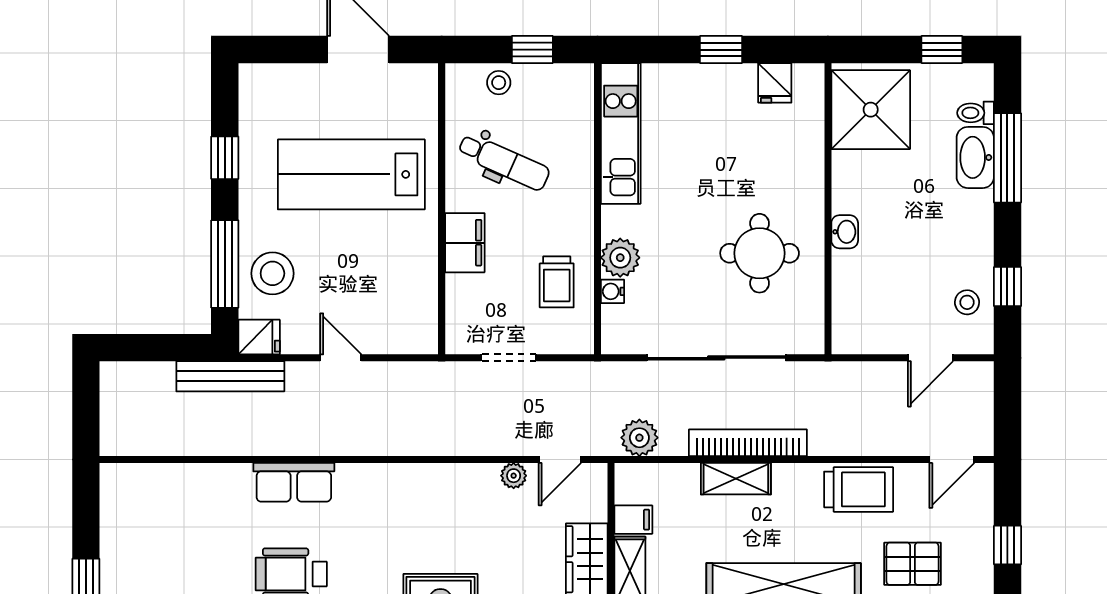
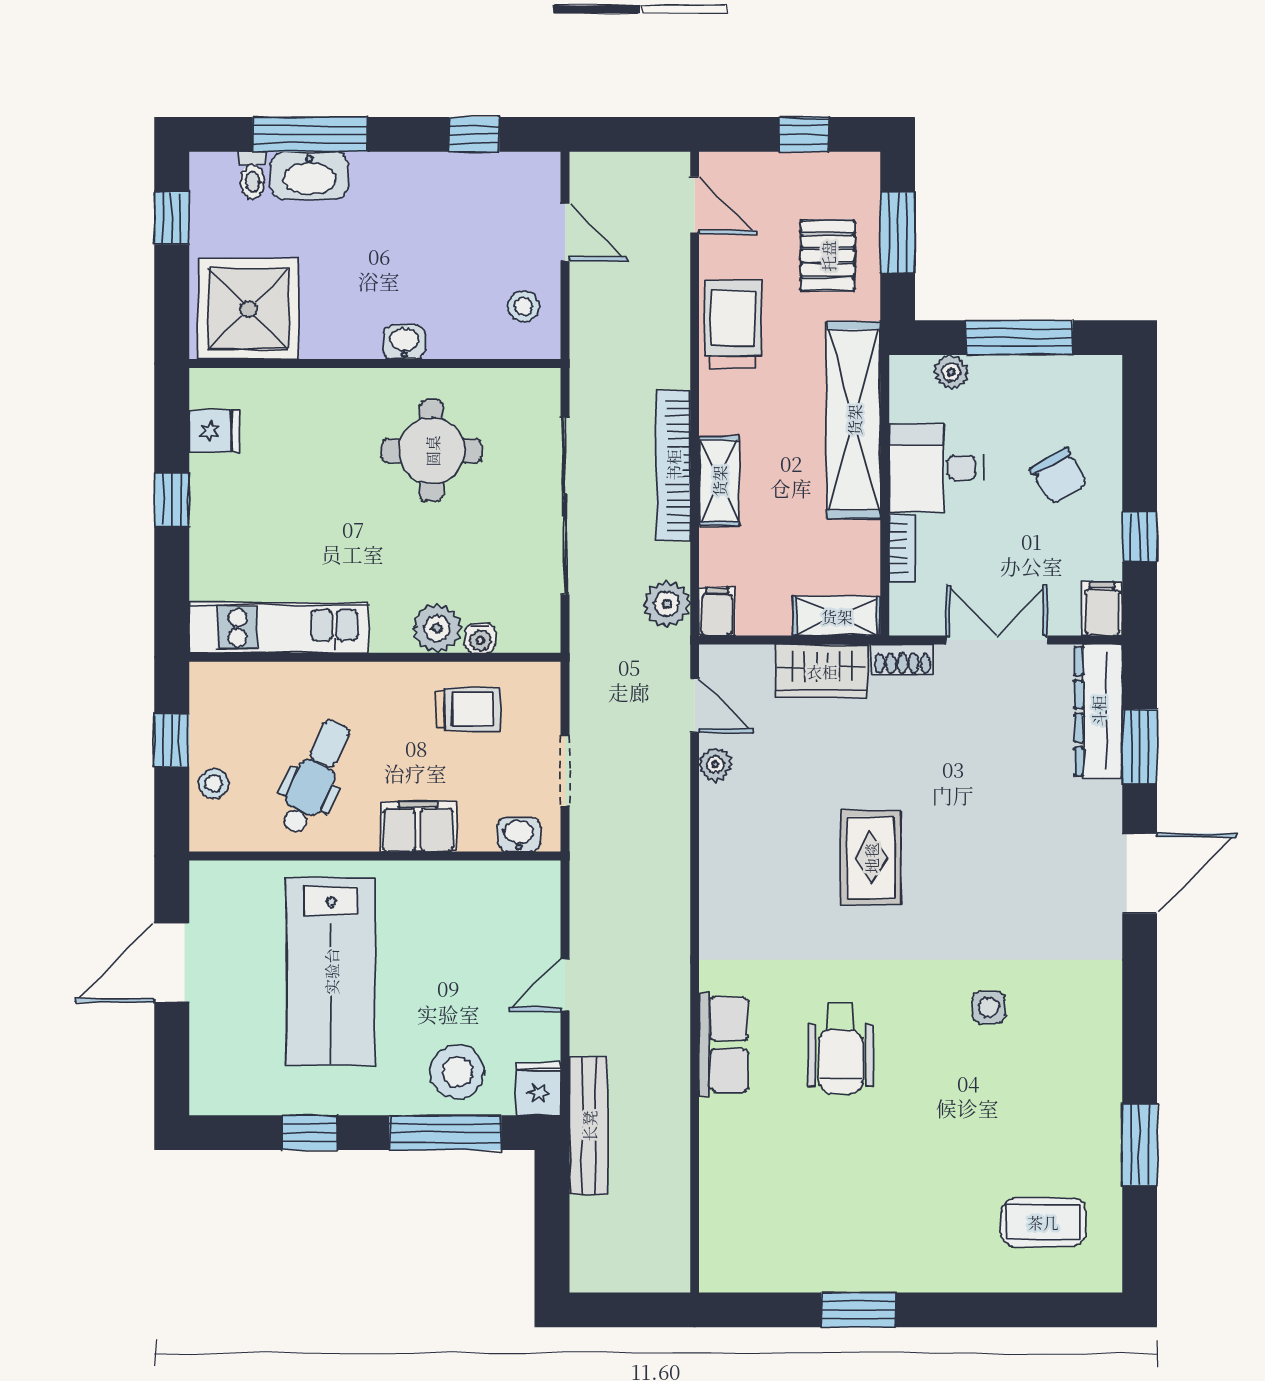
stool: (967, 302) -> (524, 306), moved
washbasin: (459, 322) -> (519, 835), added
filing cabinet: (633, 520) -> (717, 612), moved

